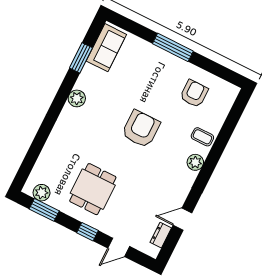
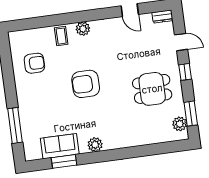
window: (173, 47) -> (15, 125), moved
sofa: (106, 48) -> (60, 146), moved
armchair: (194, 94) -> (34, 63), turned 180
dresser: (161, 235) -> (162, 16), moved

